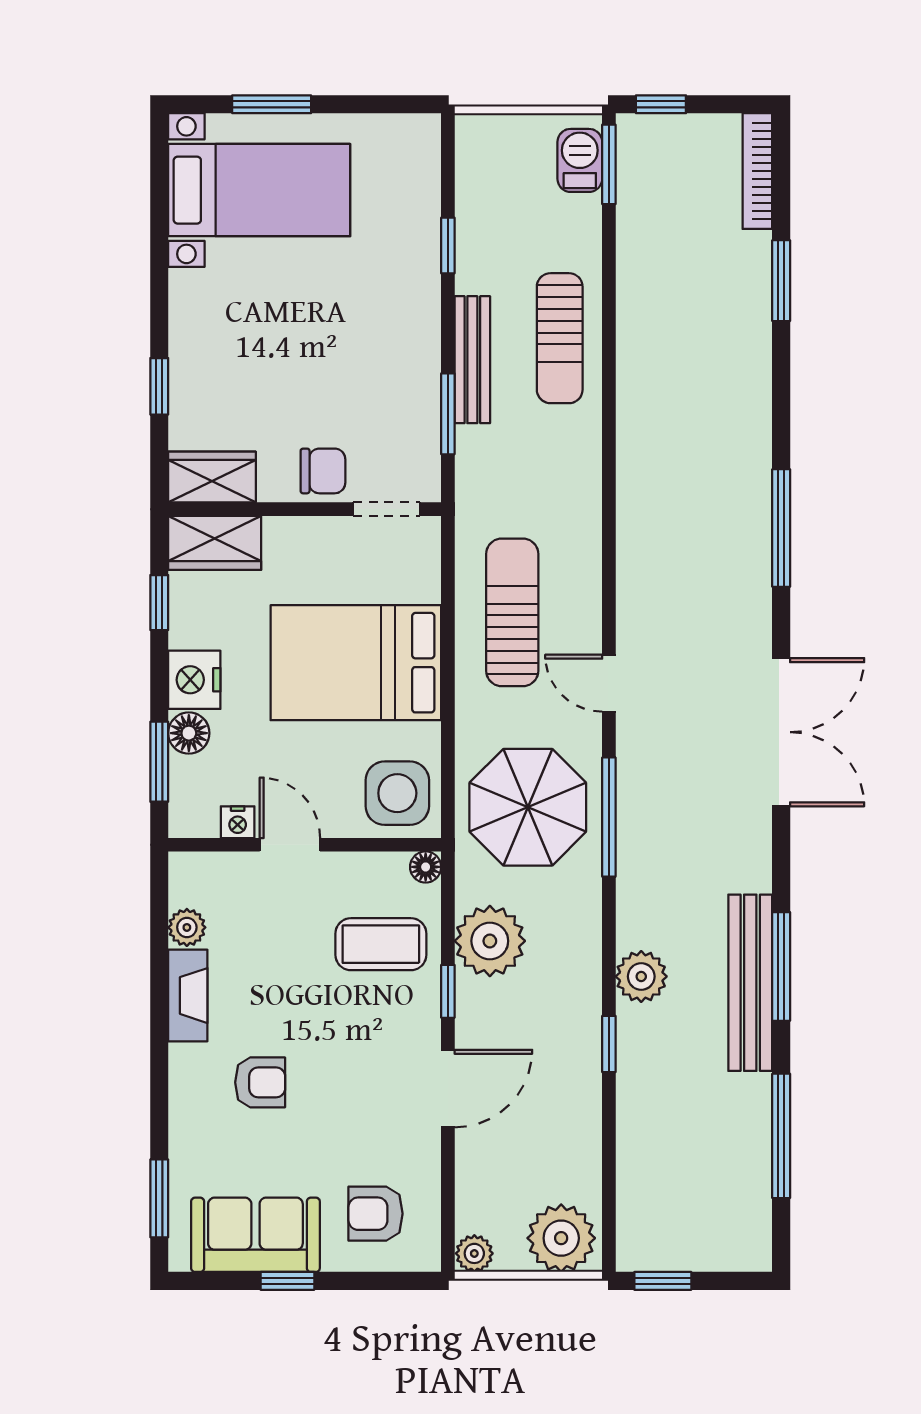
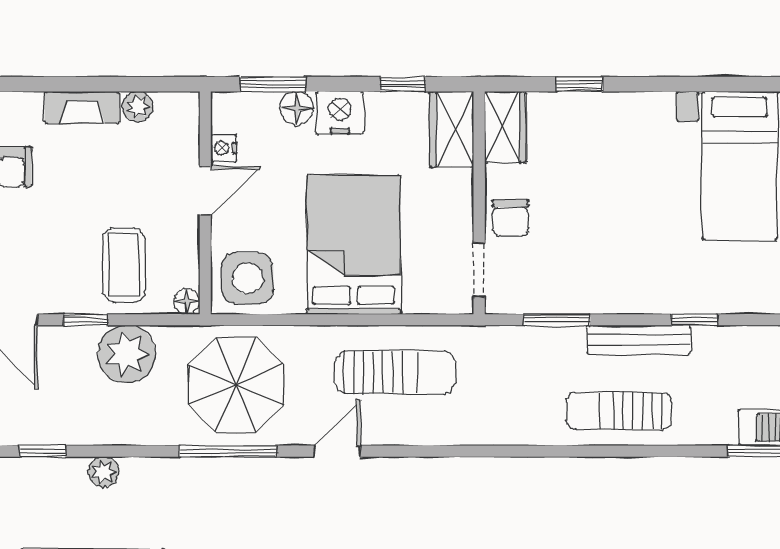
bench: (472, 360) -> (639, 340), moved
plant: (641, 976) -> (103, 472), width x0.73, depth x0.73

